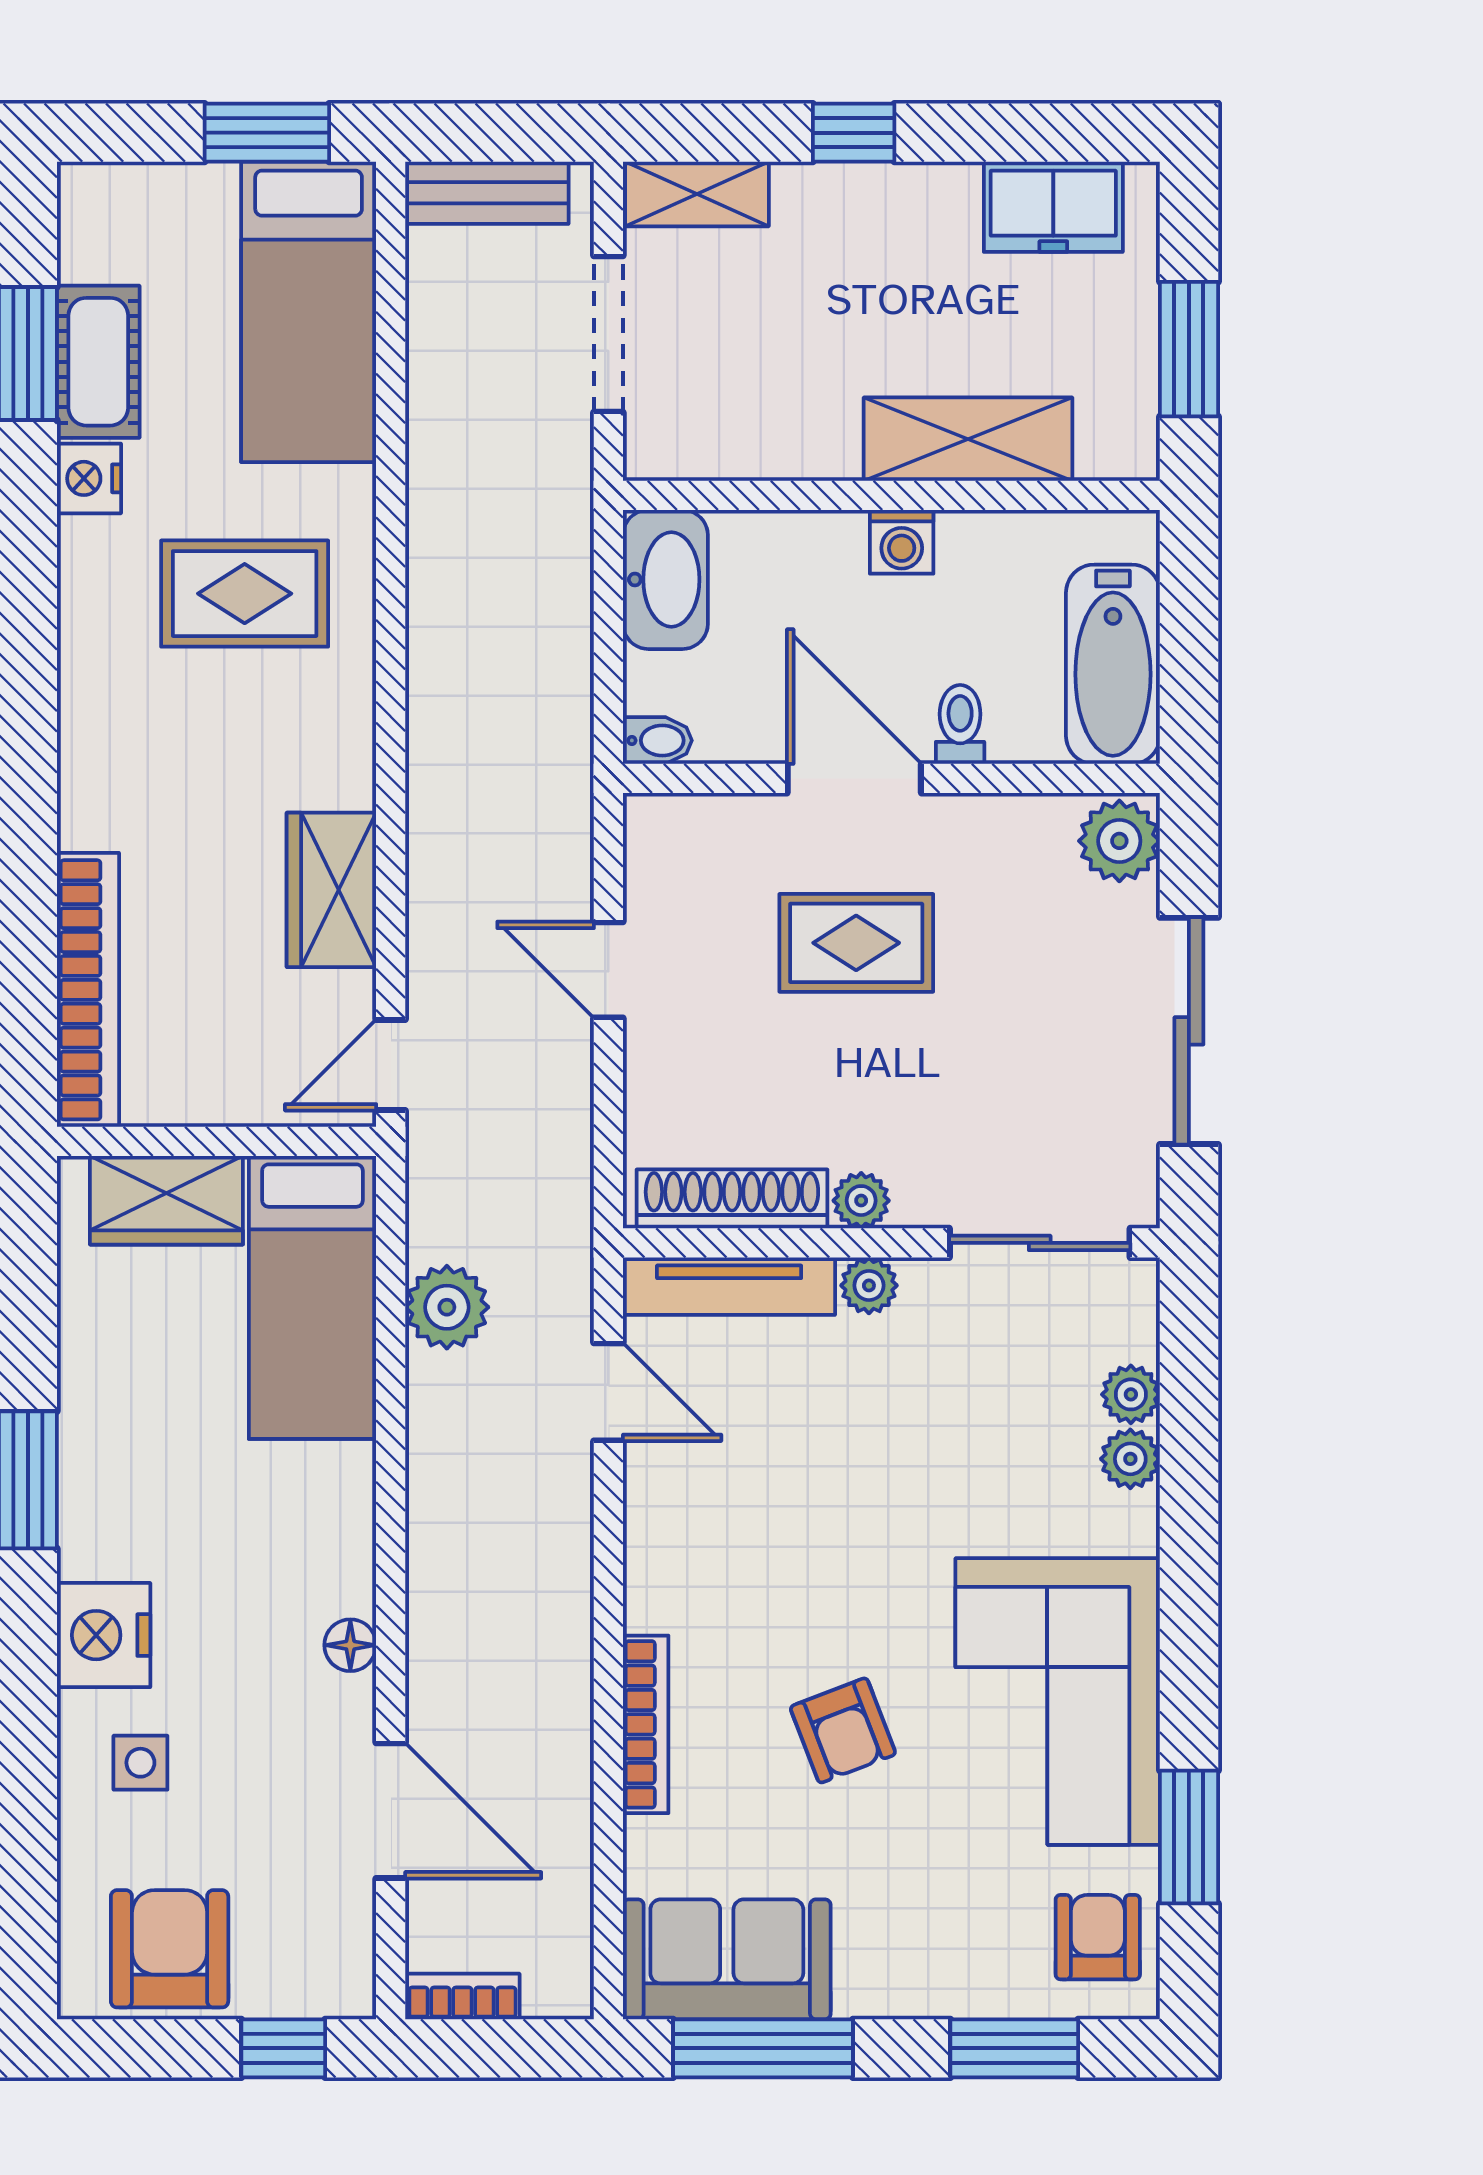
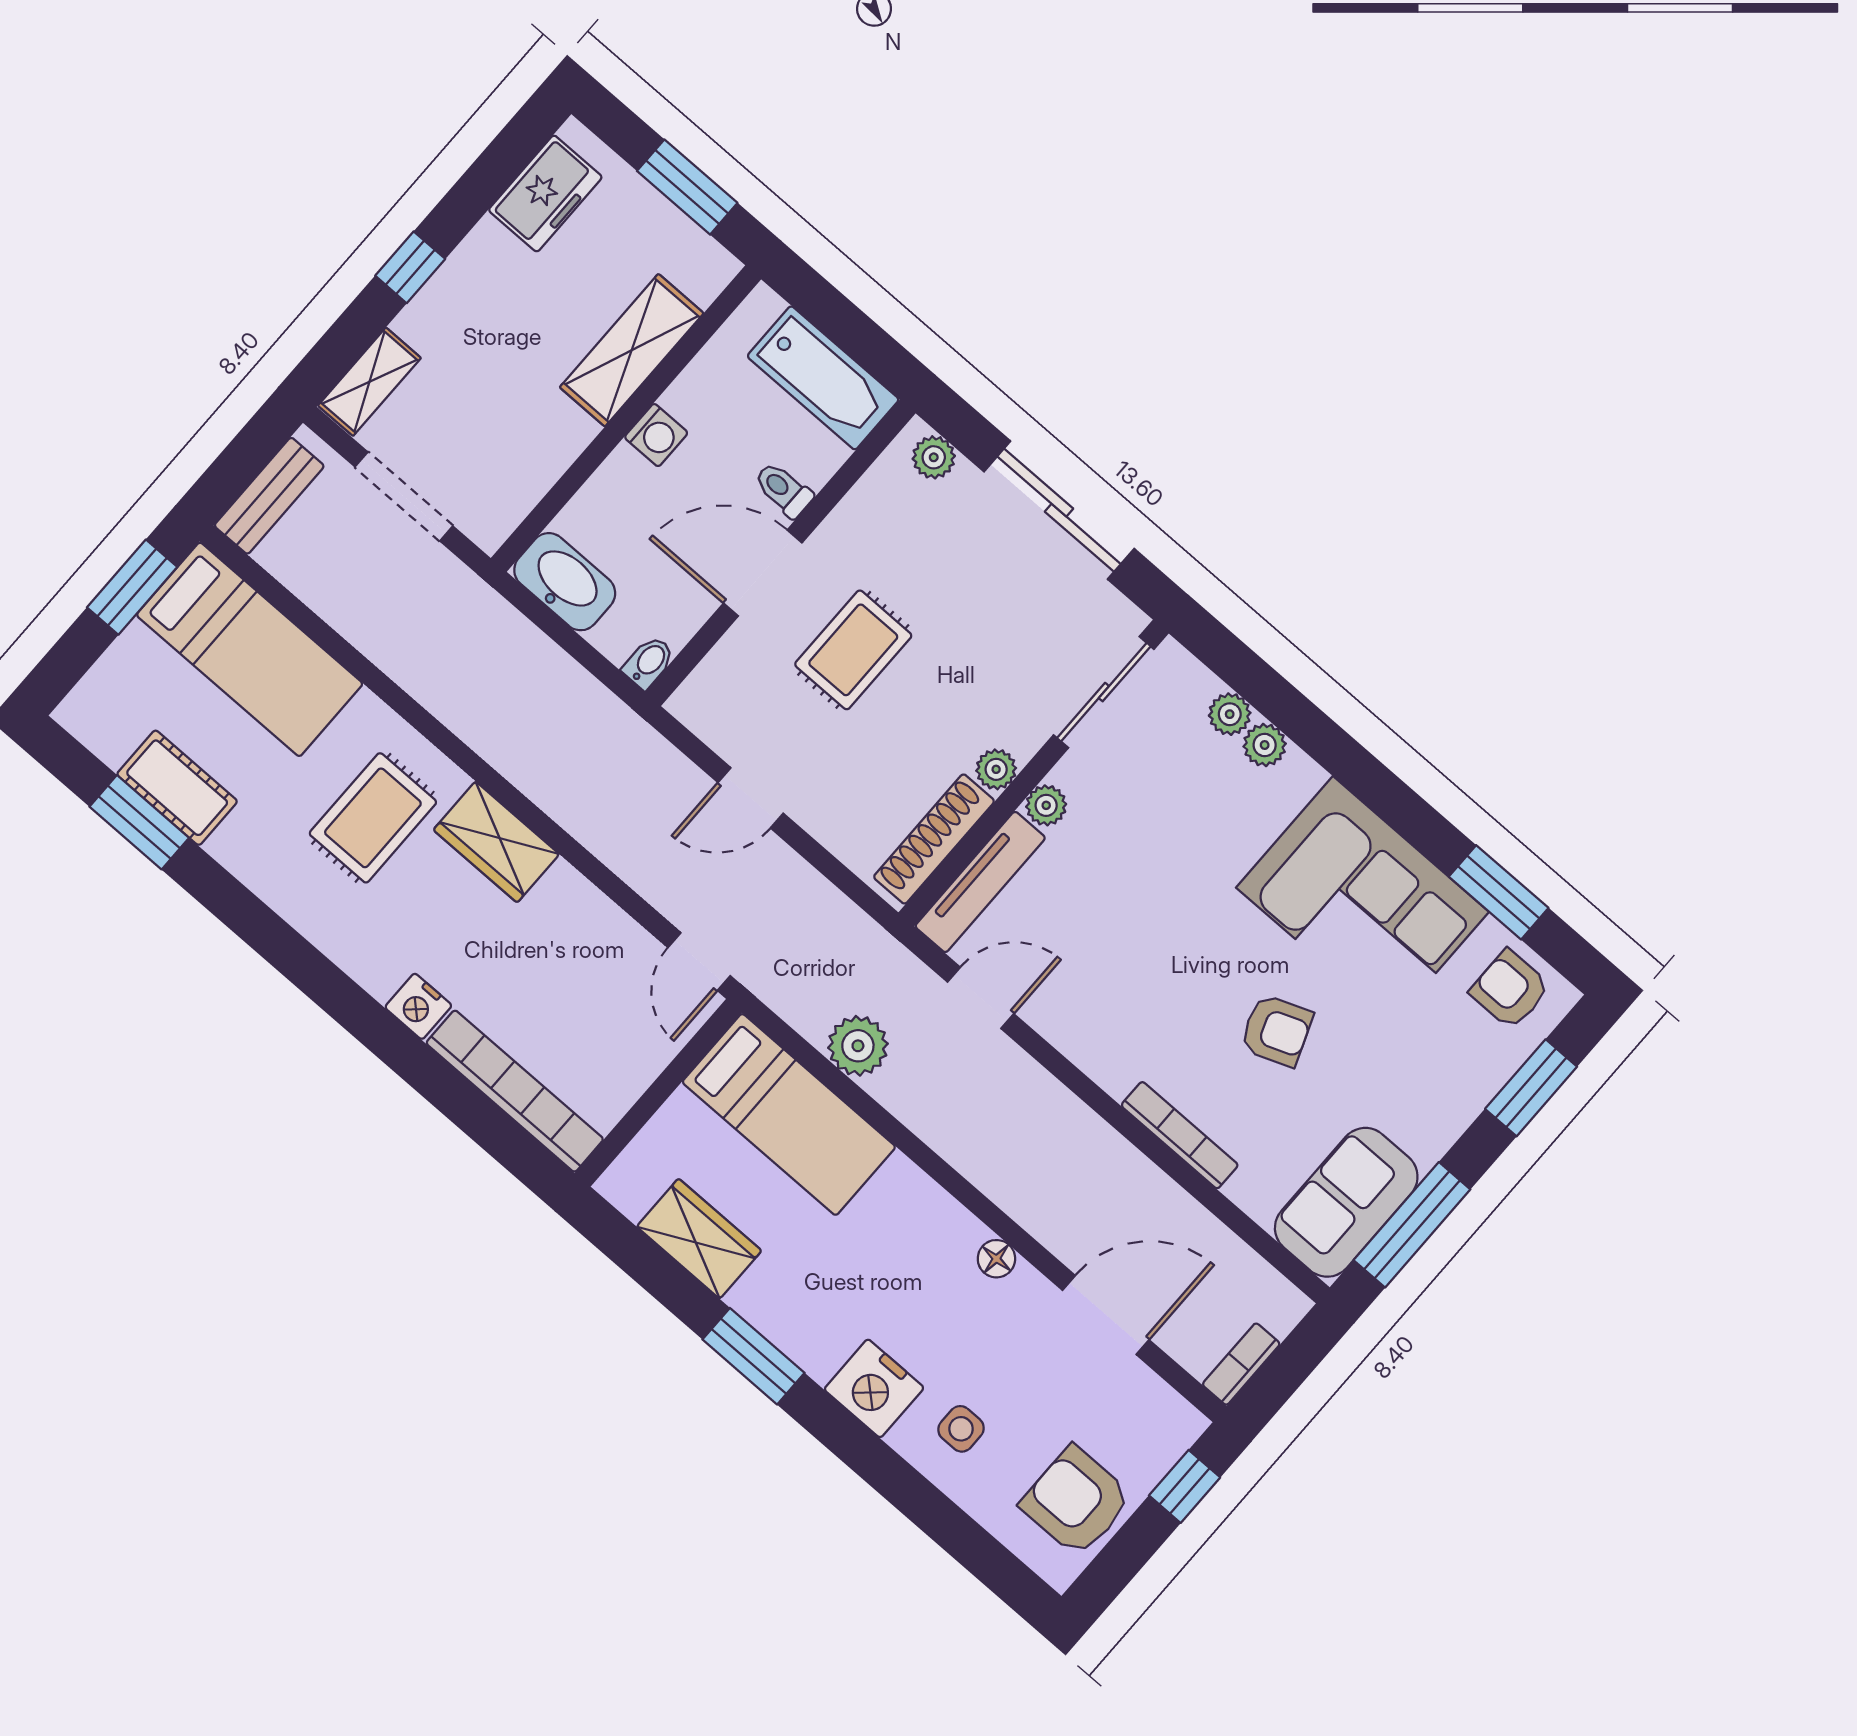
nightstand: (89, 478) -> (418, 1006), moved
plant: (1119, 841) -> (934, 457), width x0.73, depth x0.73
wardrobe: (331, 890) -> (496, 842), moved
wardrobe: (166, 1200) -> (699, 1239), moved, turned -90

